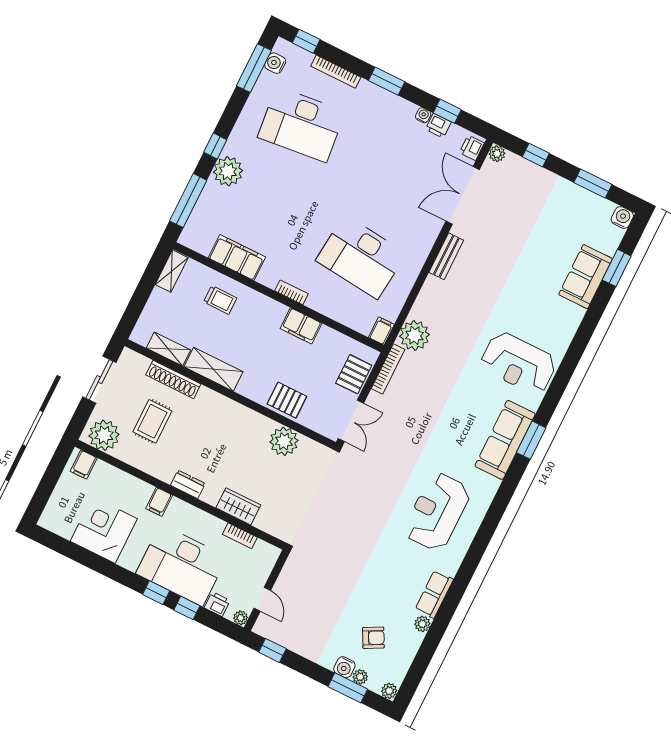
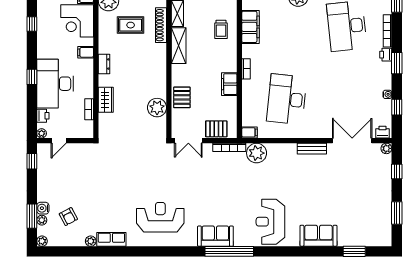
printer: (438, 126) -> (386, 55), moved
water cooler: (622, 217) -> (385, 240), removed
sofa: (586, 277) -> (318, 236), moved
sofa: (505, 440) -> (215, 236), width x0.73
window: (531, 440) -> (229, 251), width x2.11
corner desk: (104, 530) -> (77, 21), moved, turned 180
window: (187, 608) -> (32, 24), moved

